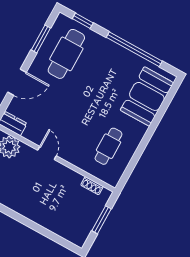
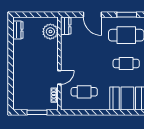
cafe table: (102, 74) -> (126, 64), added
door: (47, 153) -> (59, 77), moved

